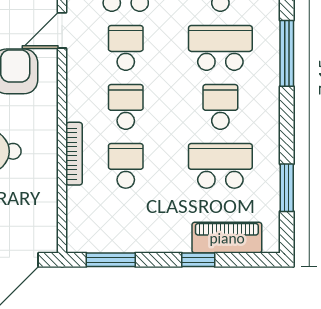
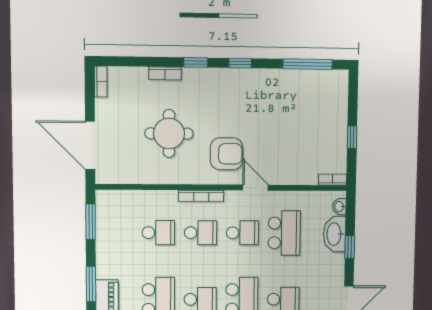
bookcase: (74, 154) -> (201, 196), moved
window: (198, 260) -> (91, 284), width x1.50

